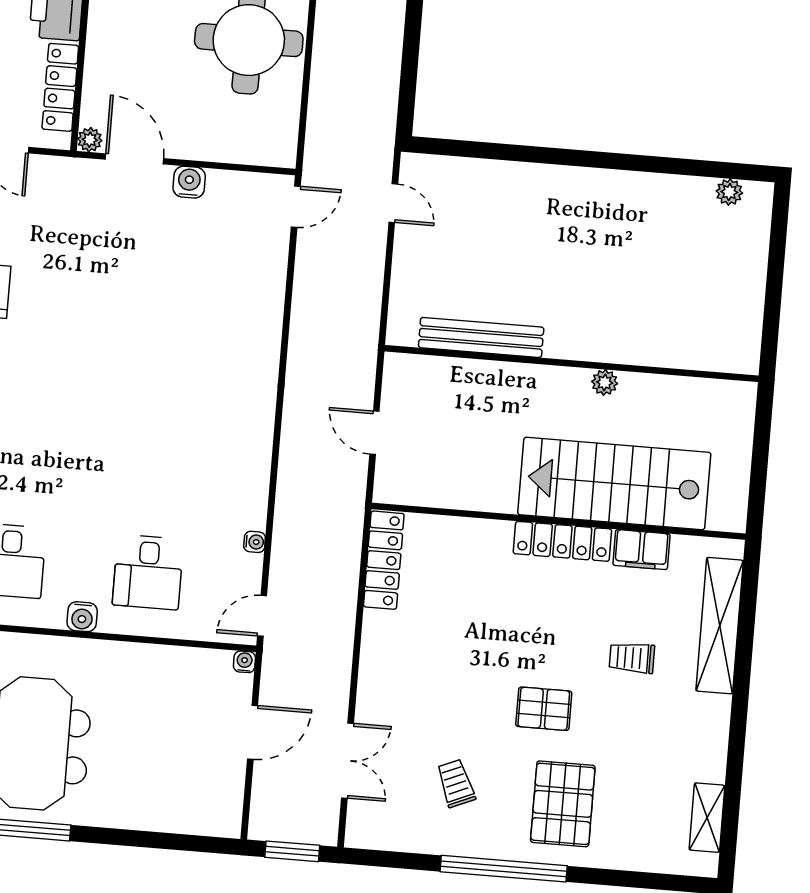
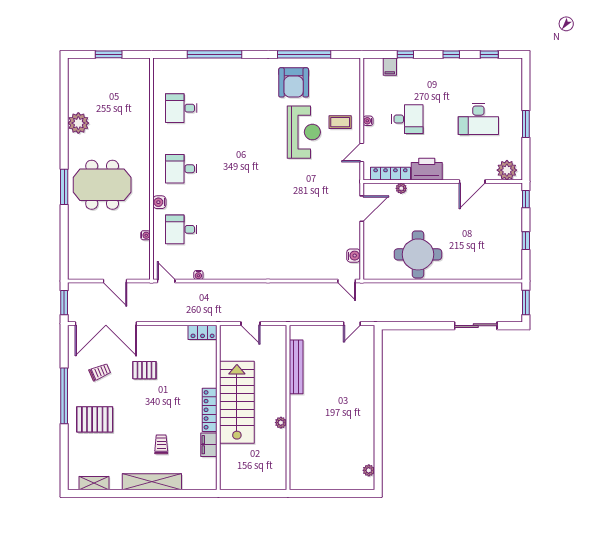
plant: (90, 140) -> (401, 188), moved
water cooler: (189, 182) -> (354, 256), moved
door: (374, 433) -> (250, 324), swing flipped
stairs: (614, 483) -> (237, 402), moved
locker: (384, 560) -> (203, 332), width x0.66
shelving: (720, 626) -> (152, 482), moved
water cooler: (244, 662) -> (145, 235), moved
pallet: (544, 709) -> (144, 370), moved, turned 90
double door: (348, 761) -> (106, 324), width x1.87

